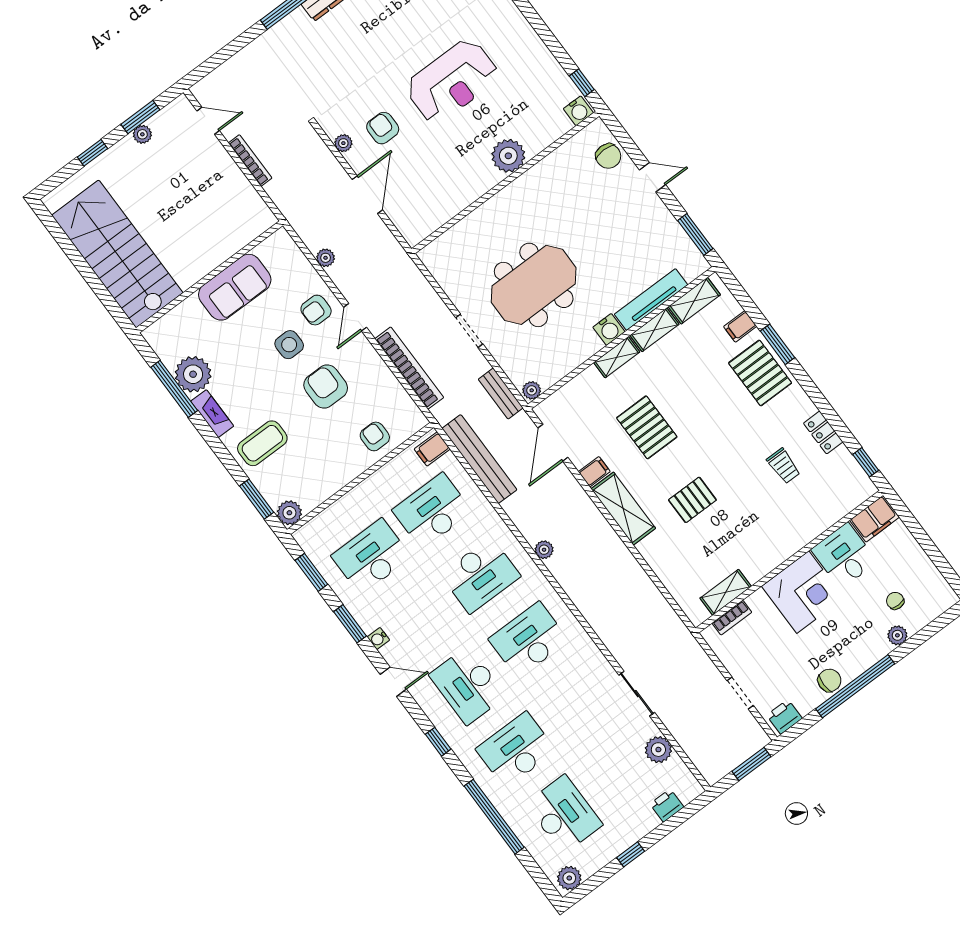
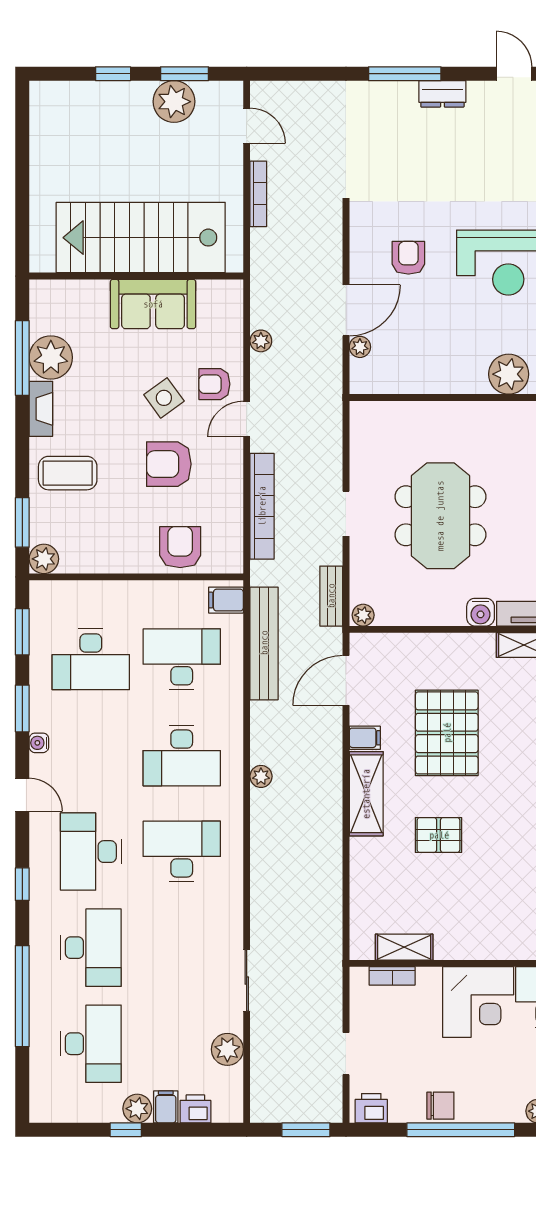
plant: (142, 134) -> (174, 102), width x1.87, depth x1.87
plant: (343, 143) -> (360, 347), moved
stairs: (117, 254) -> (141, 238), moved, turned -90
meeting table: (534, 285) -> (440, 516), turned 90
side table: (289, 345) -> (164, 398), turned -36
shelving: (617, 357) -> (468, 644), removed
armchair: (326, 387) -> (169, 464), turned -90
pallet: (647, 427) -> (447, 733), width x1.37, depth x1.41
armchair: (375, 436) -> (180, 547), width x1.38, depth x1.38
desk: (371, 557) -> (91, 659), turned 180
desk: (516, 750) -> (91, 948), turned 90
filing cabinet: (646, 819) -> (166, 1107), added
plant: (569, 878) -> (137, 1109), moved

